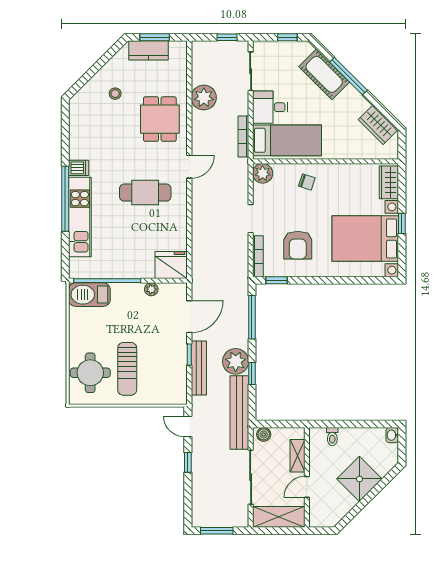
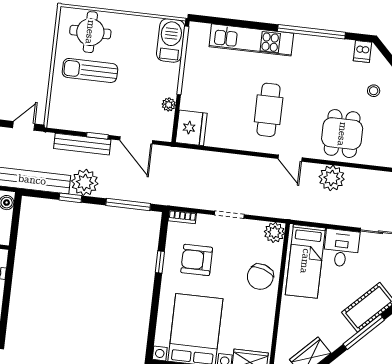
plant: (204, 98) -> (332, 178), moved
dining table: (160, 119) -> (342, 134), turned 90
bookcase: (243, 136) -> (314, 217), removed
dishwasher: (79, 168) -> (362, 52), moved
chair: (307, 182) -> (260, 277), width x1.87, depth x1.87
window: (65, 199) -> (311, 32), moved
bookcase: (258, 256) -> (182, 217), width x0.64
window: (276, 280) -> (160, 262), moved

